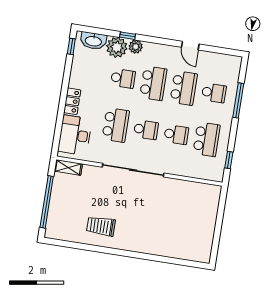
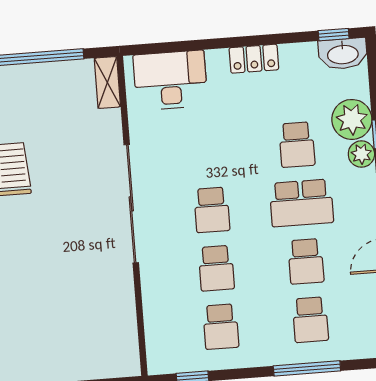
washbasin: (93, 41) -> (343, 54), moved, turned -90
school desk: (184, 88) -> (306, 261), width x0.54
locker: (72, 101) -> (254, 59), moved
school desk: (116, 125) -> (207, 151), removed
school desk: (207, 139) -> (221, 327), width x0.54

